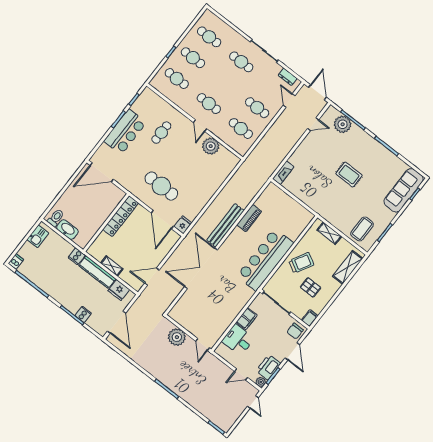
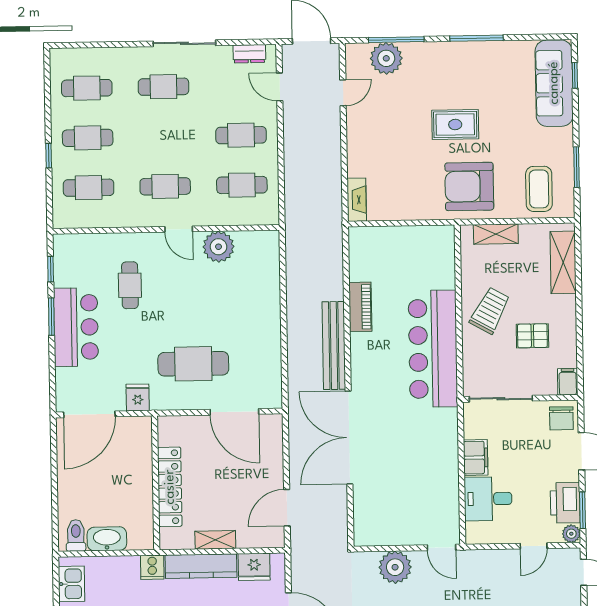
armchair: (334, 205) -> (469, 186), added
locker: (121, 216) -> (170, 487), moved
fridge: (183, 225) -> (138, 397), moved

